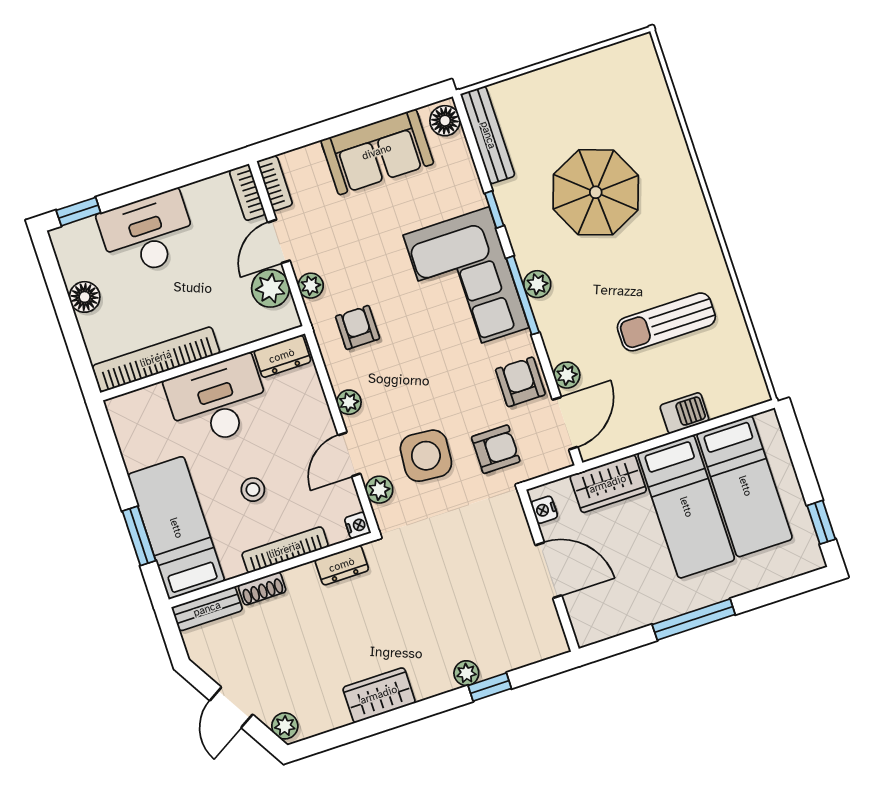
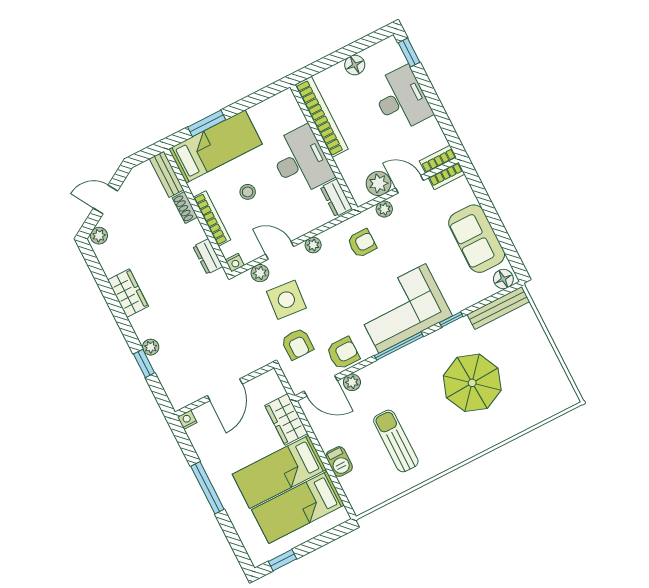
plant: (537, 284) -> (407, 354), removed
nightstand: (544, 510) -> (187, 420), moved

